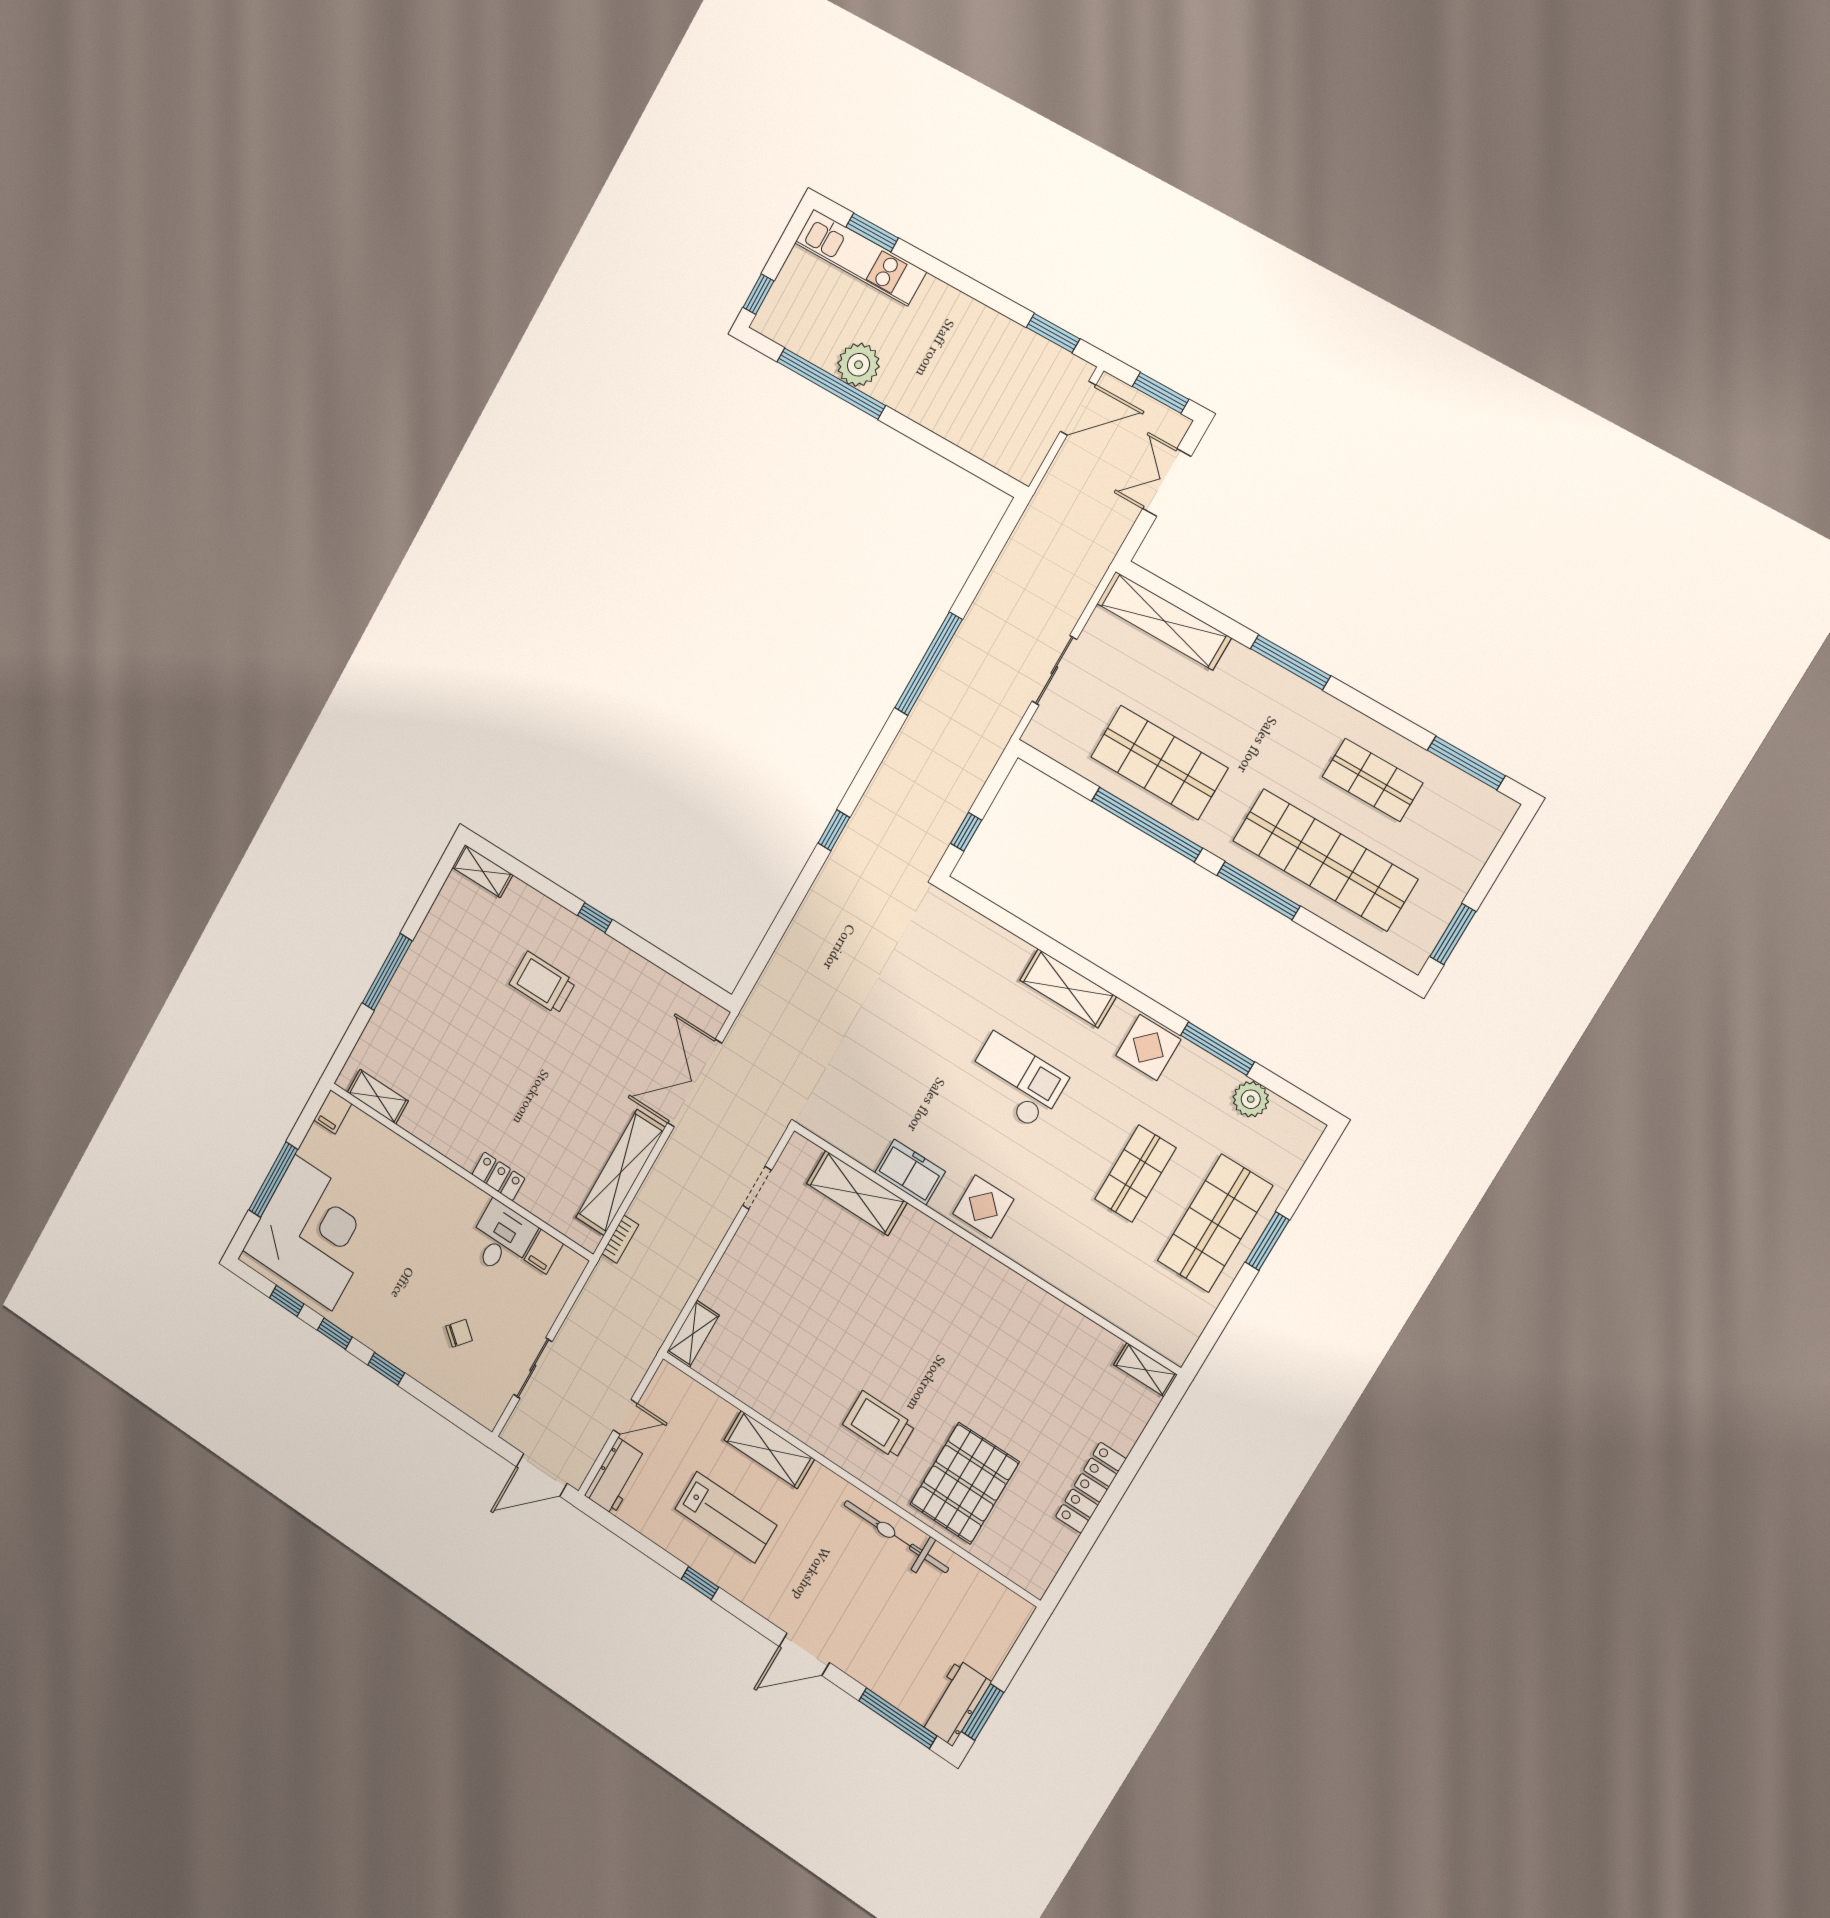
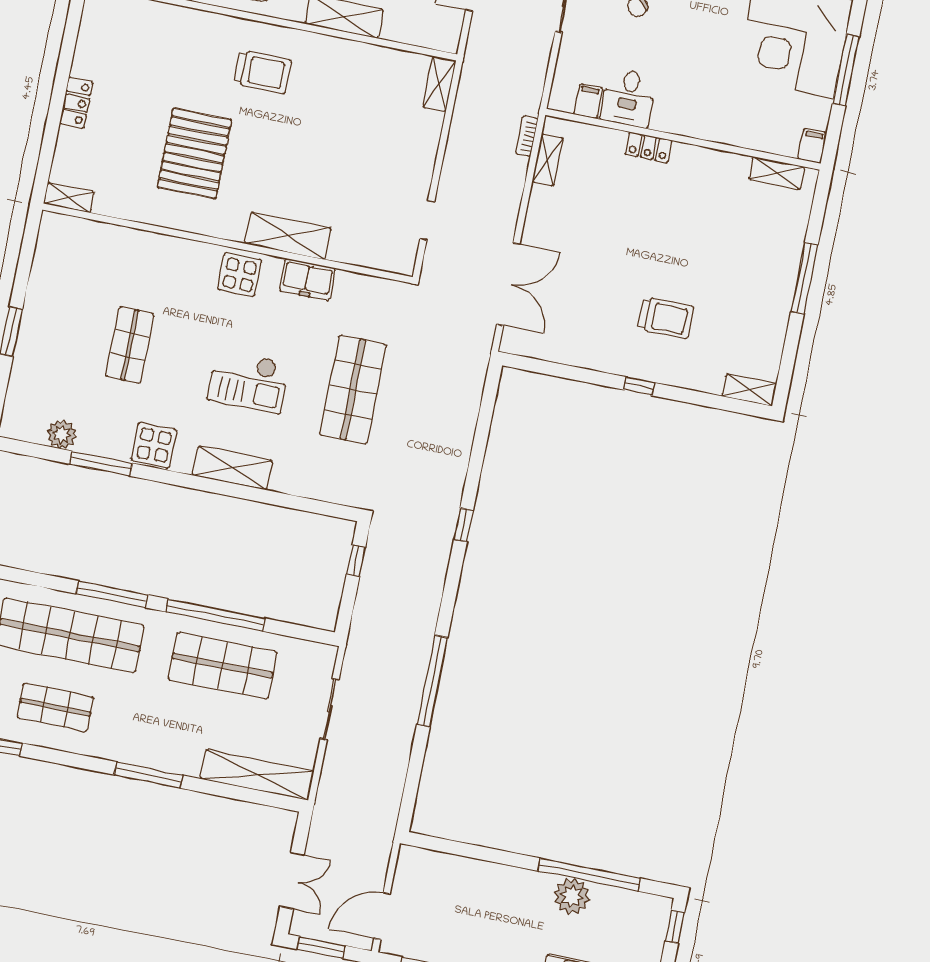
shelving: (621, 1172) -> (548, 160), width x0.45, depth x0.75
shelving: (857, 1193) -> (288, 236), moved
shop shelf: (1215, 1223) -> (353, 389), moved
pallet: (965, 1483) -> (194, 153), moved
locker: (1091, 1488) -> (76, 103), width x0.66

